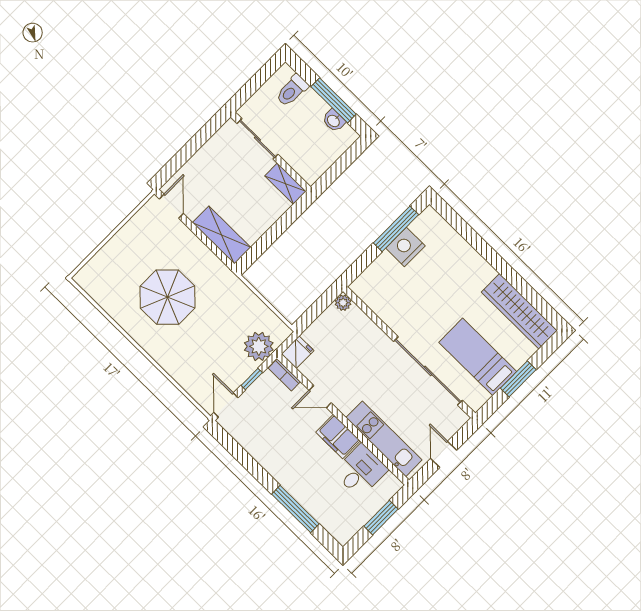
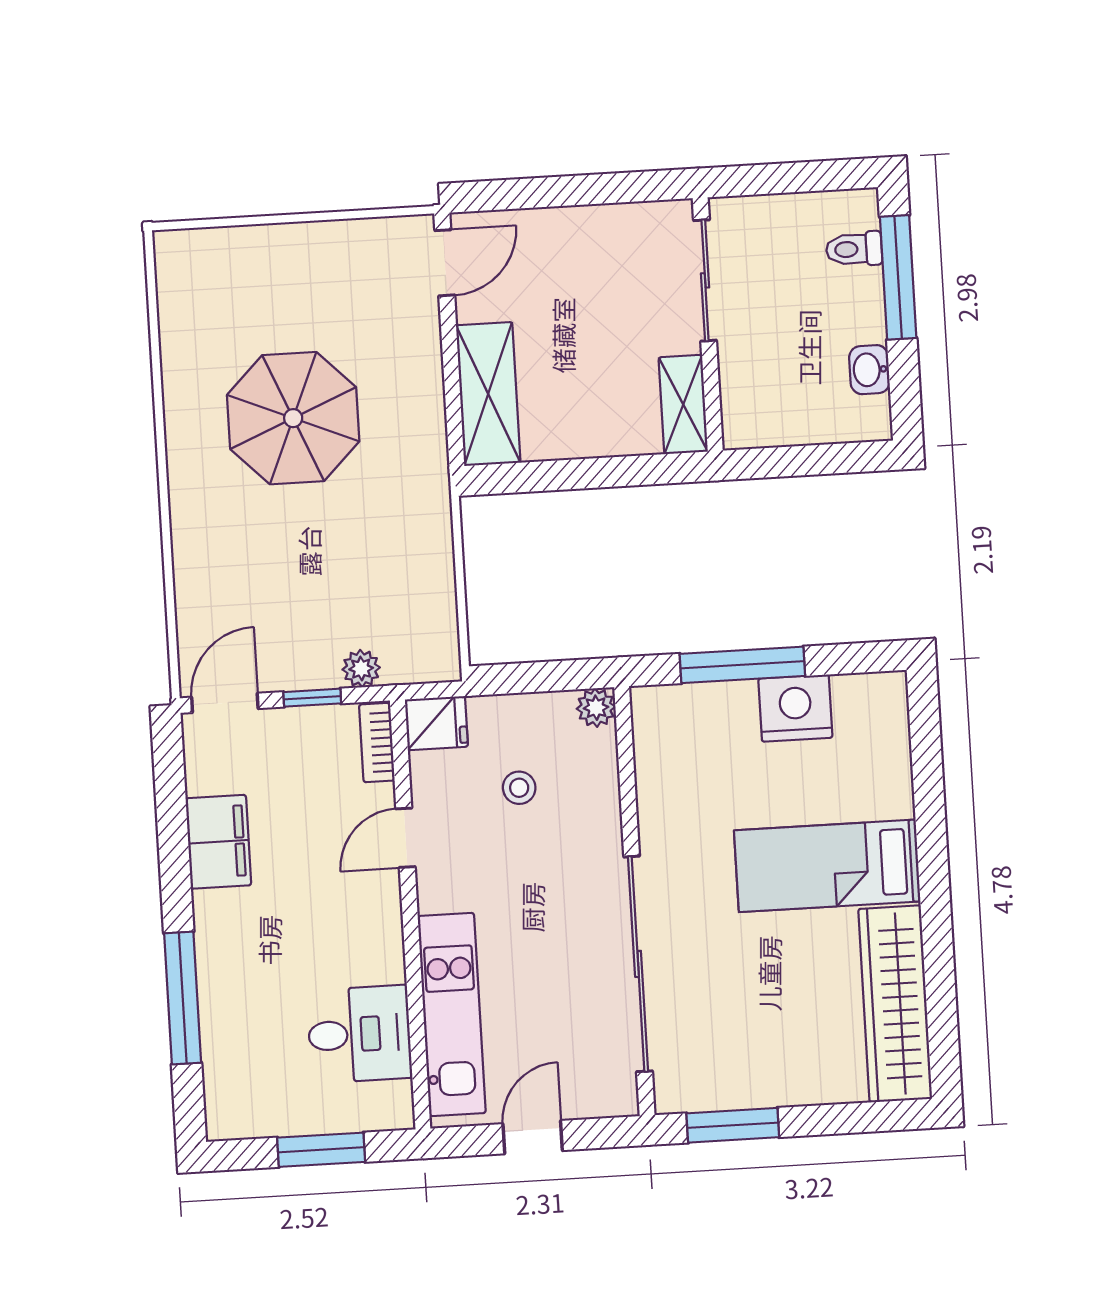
toilet: (292, 90) -> (854, 249), width x0.73, depth x0.72
window: (334, 100) -> (898, 277), moved
window: (396, 229) -> (742, 665), moved
plant: (259, 346) -> (361, 669), width x0.53, depth x0.53
stool: (342, 349) -> (519, 788), added
bed: (478, 357) -> (827, 866), moved, turned -90
window: (518, 379) -> (733, 1125), moved
door: (320, 397) -> (406, 838), hinge flipped
filing cabinet: (338, 436) -> (218, 842), moved, turned 180

